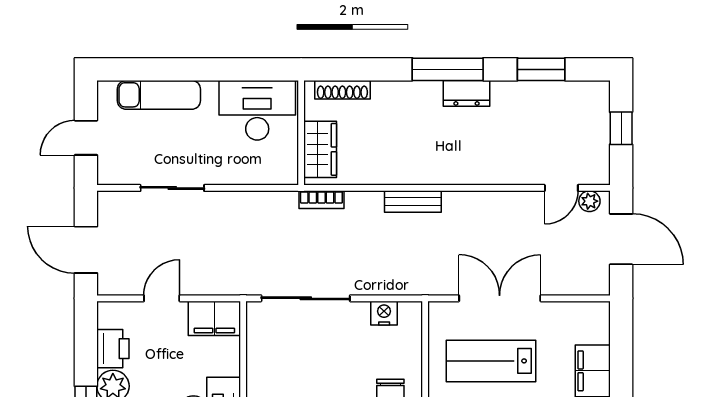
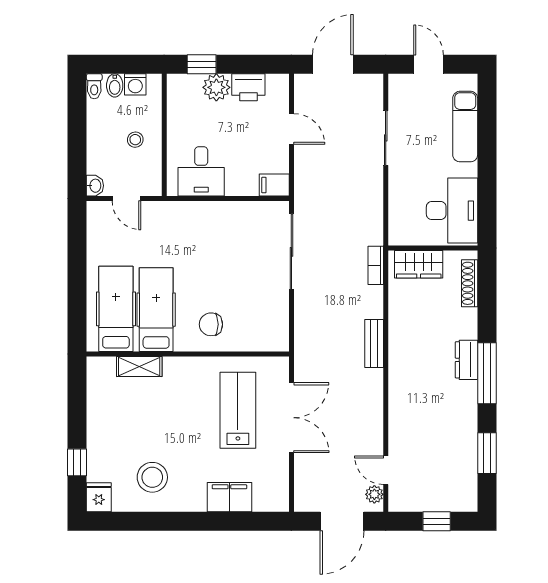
dresser: (467, 93) -> (466, 360), moved
nightstand: (384, 313) -> (279, 319), removed
filing cabinet: (214, 318) -> (274, 185), width x0.50

